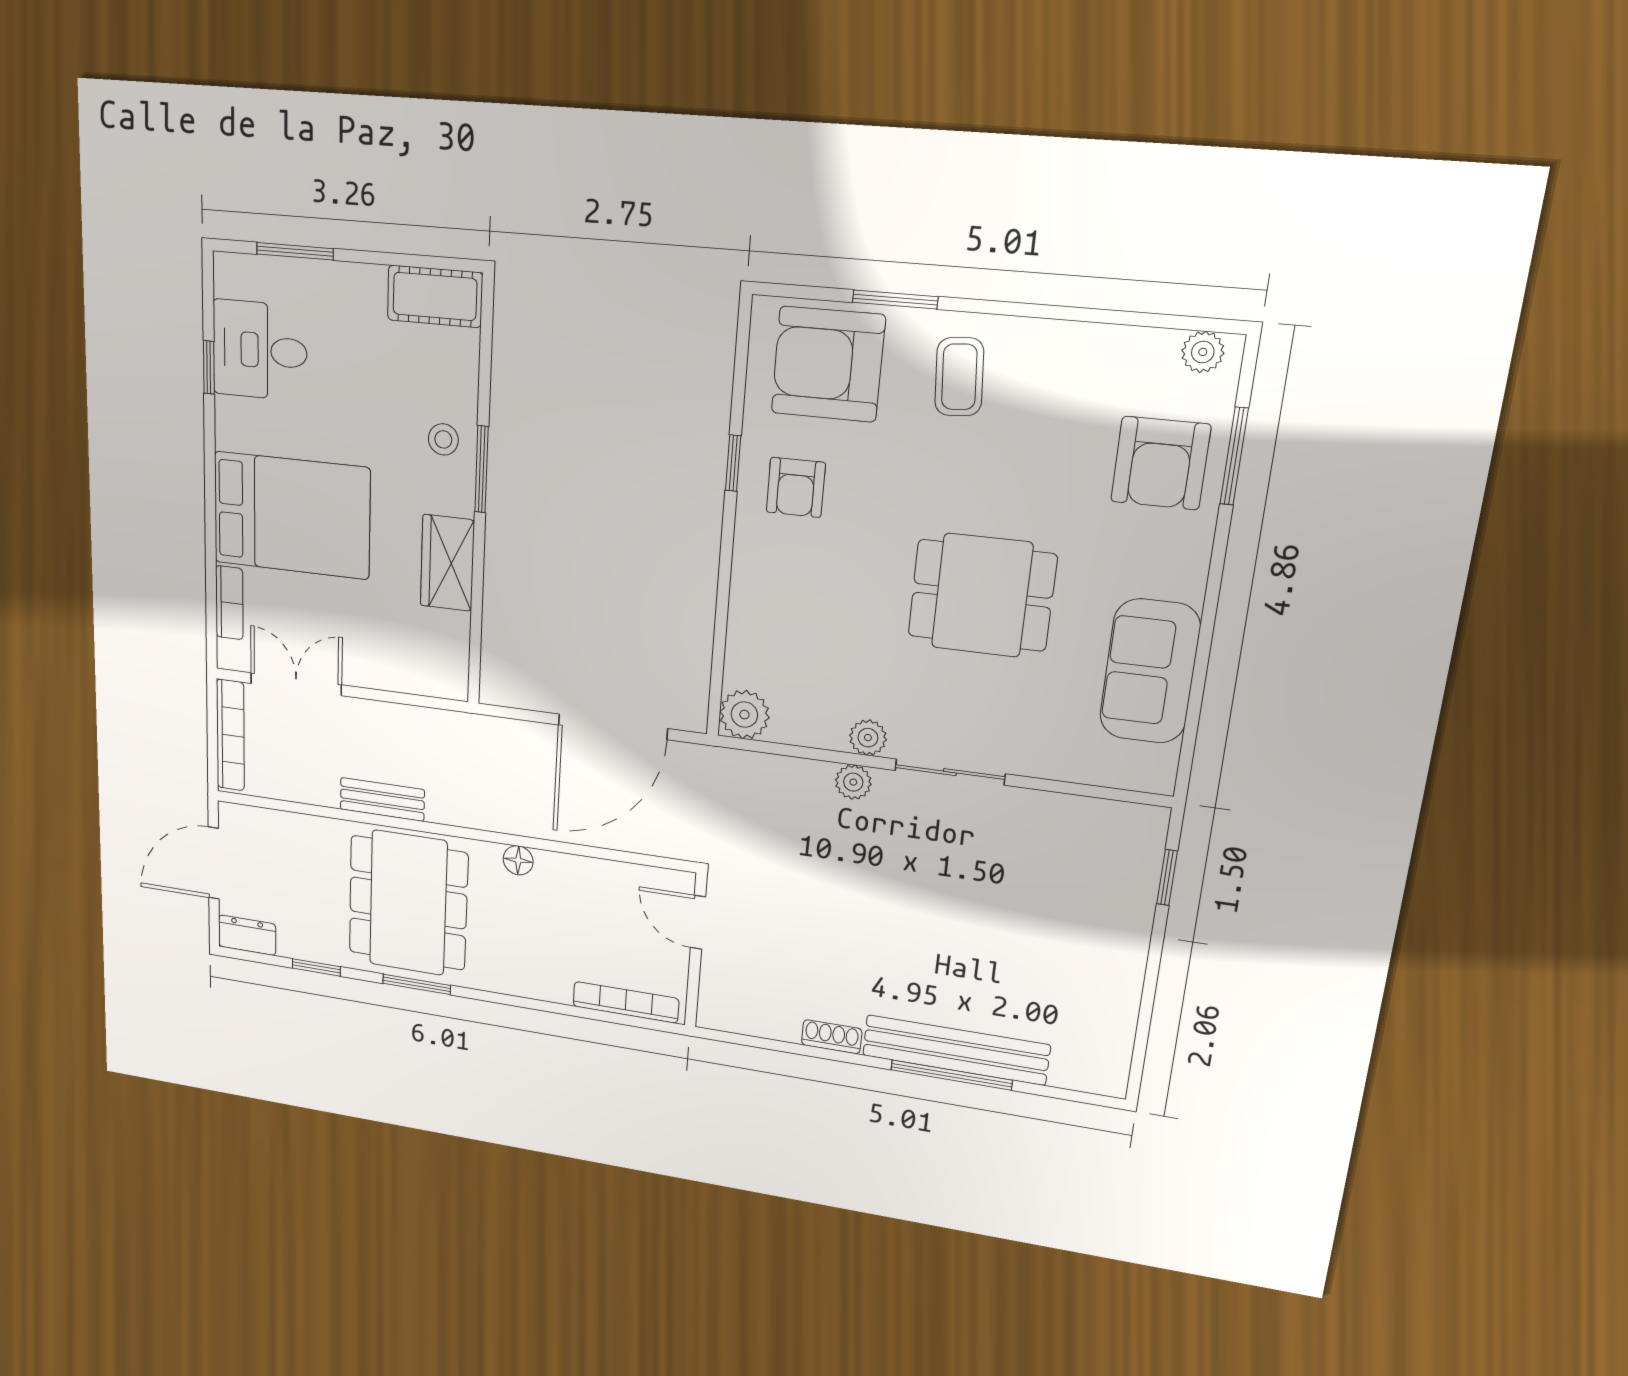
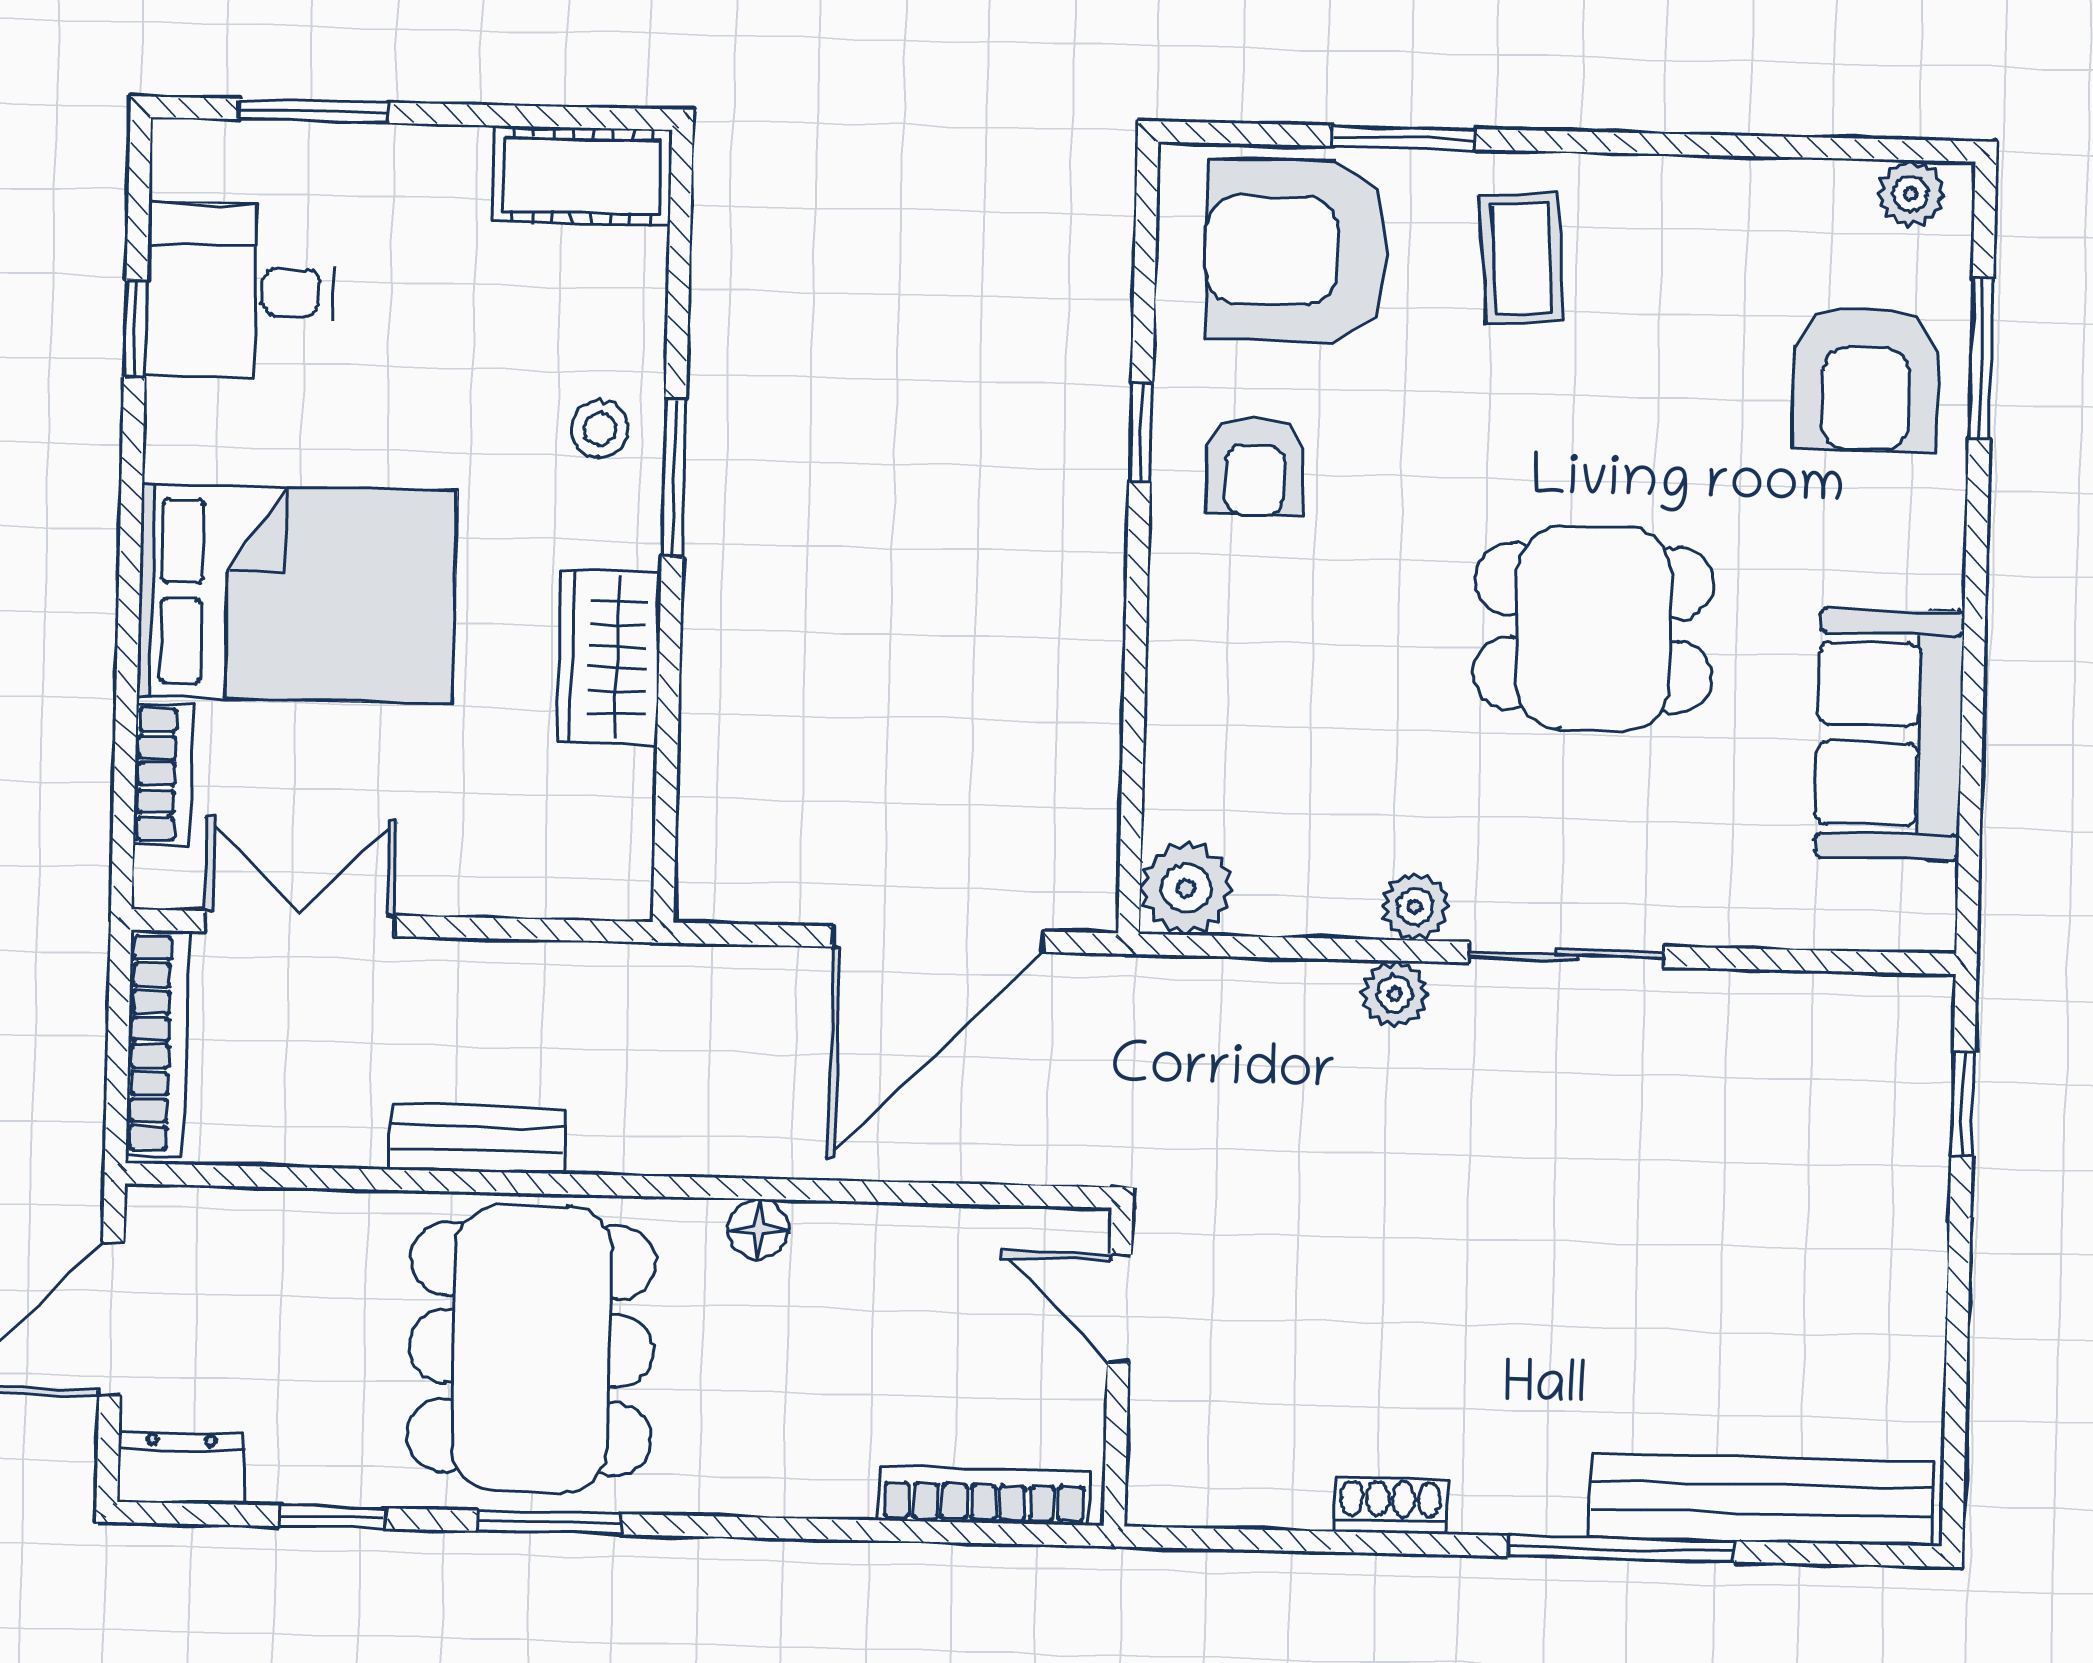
bench: (956, 1050) -> (1761, 1499), moved

